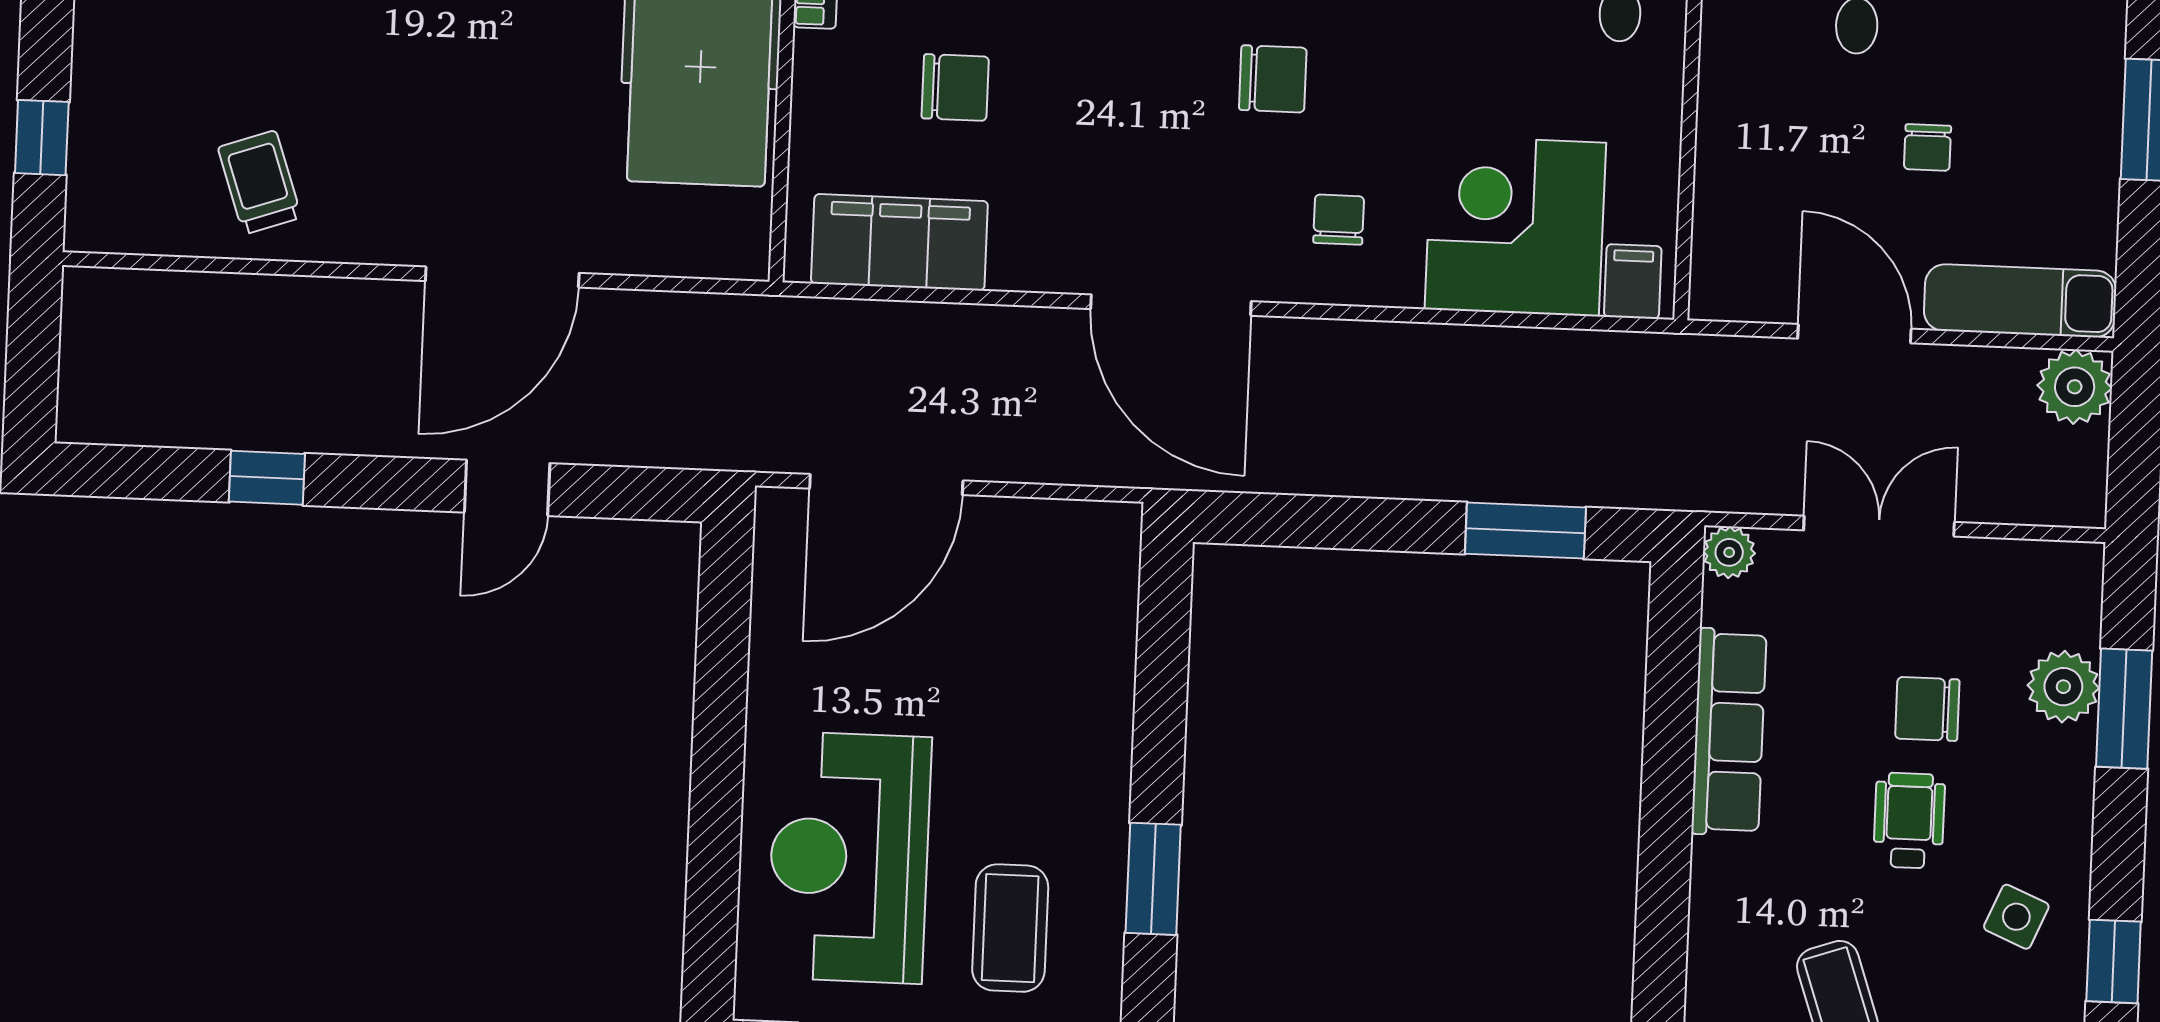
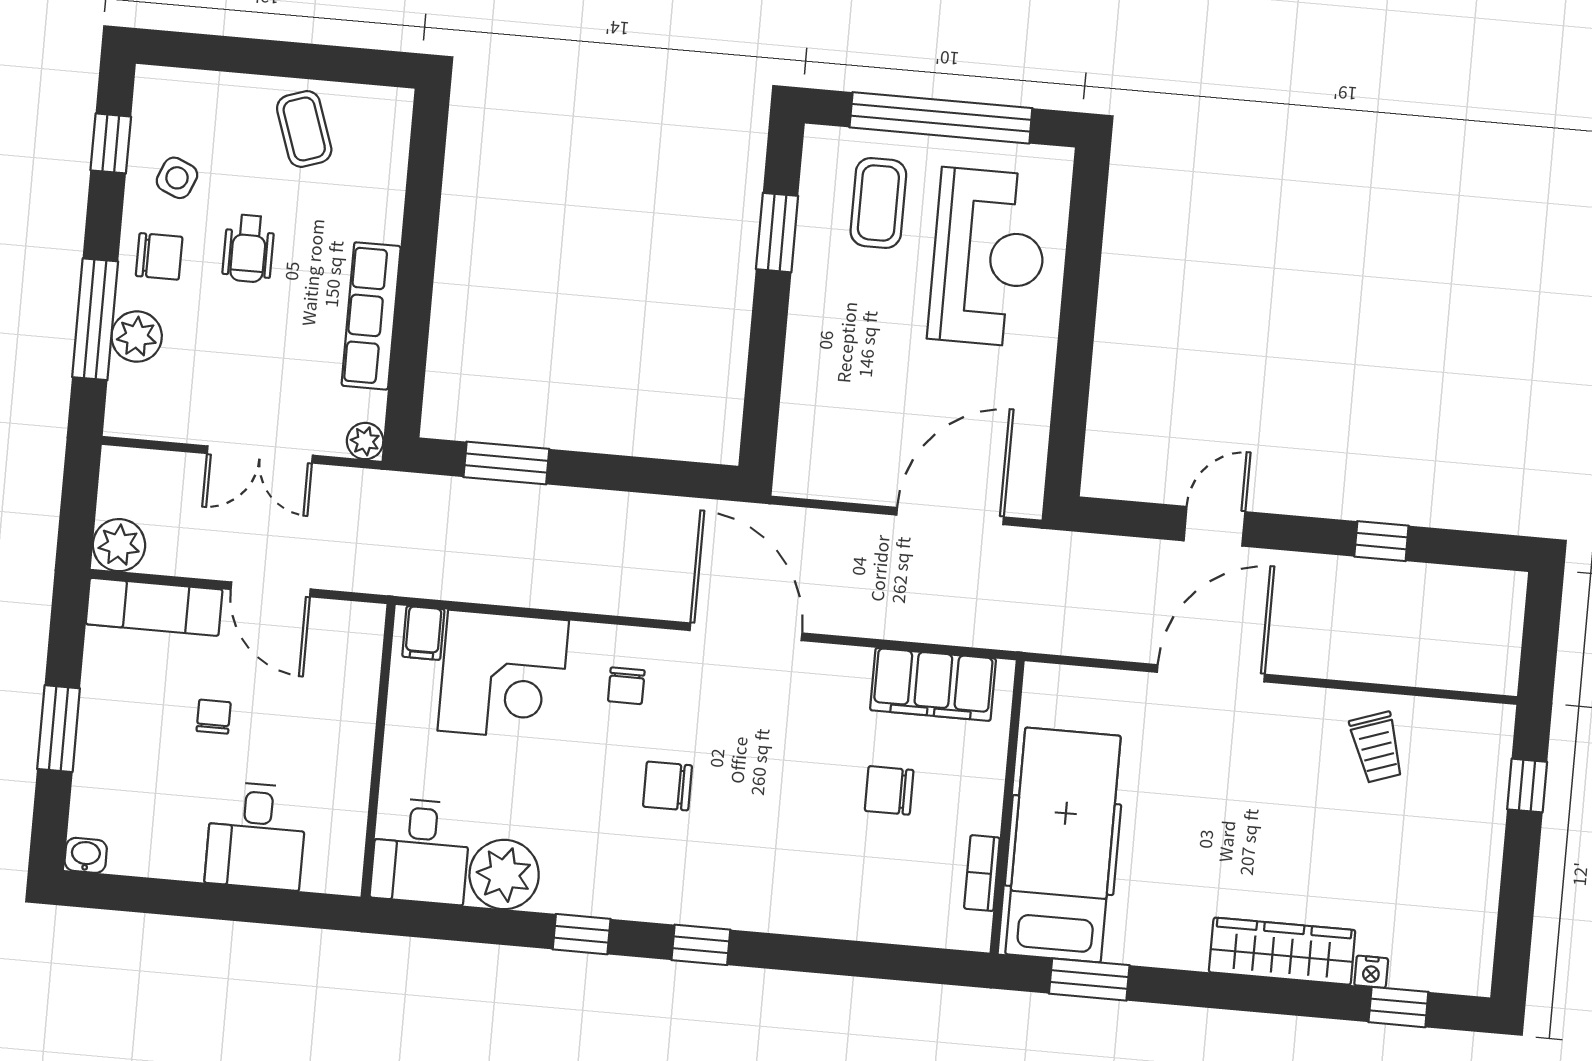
chair: (1927, 709) -> (159, 256), moved
window: (2124, 709) -> (95, 319), width x1.44

